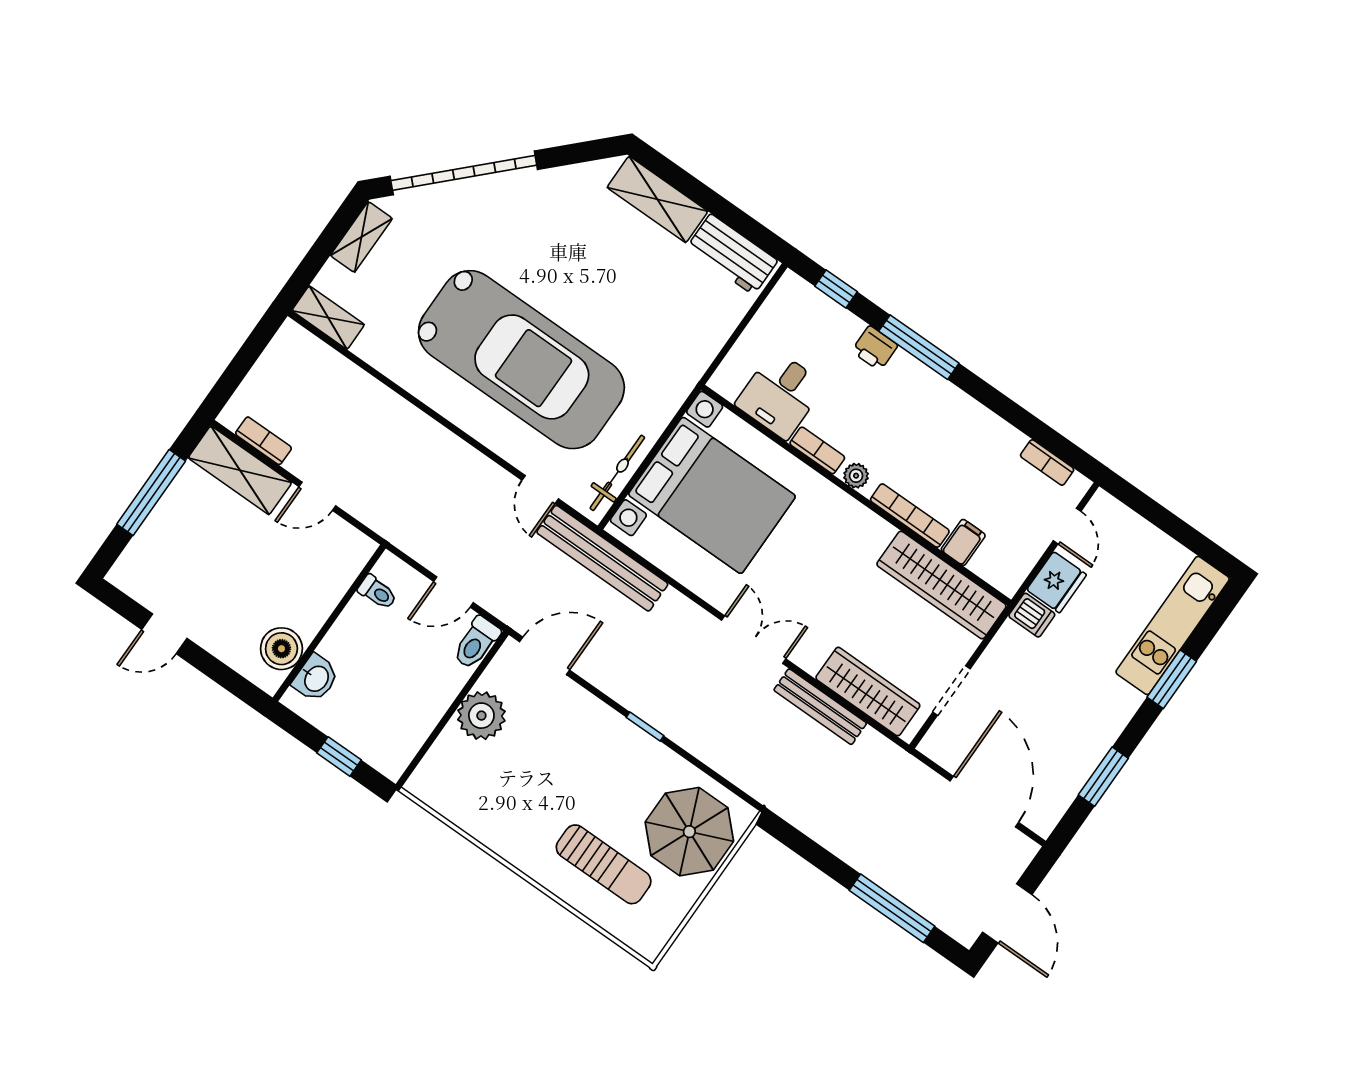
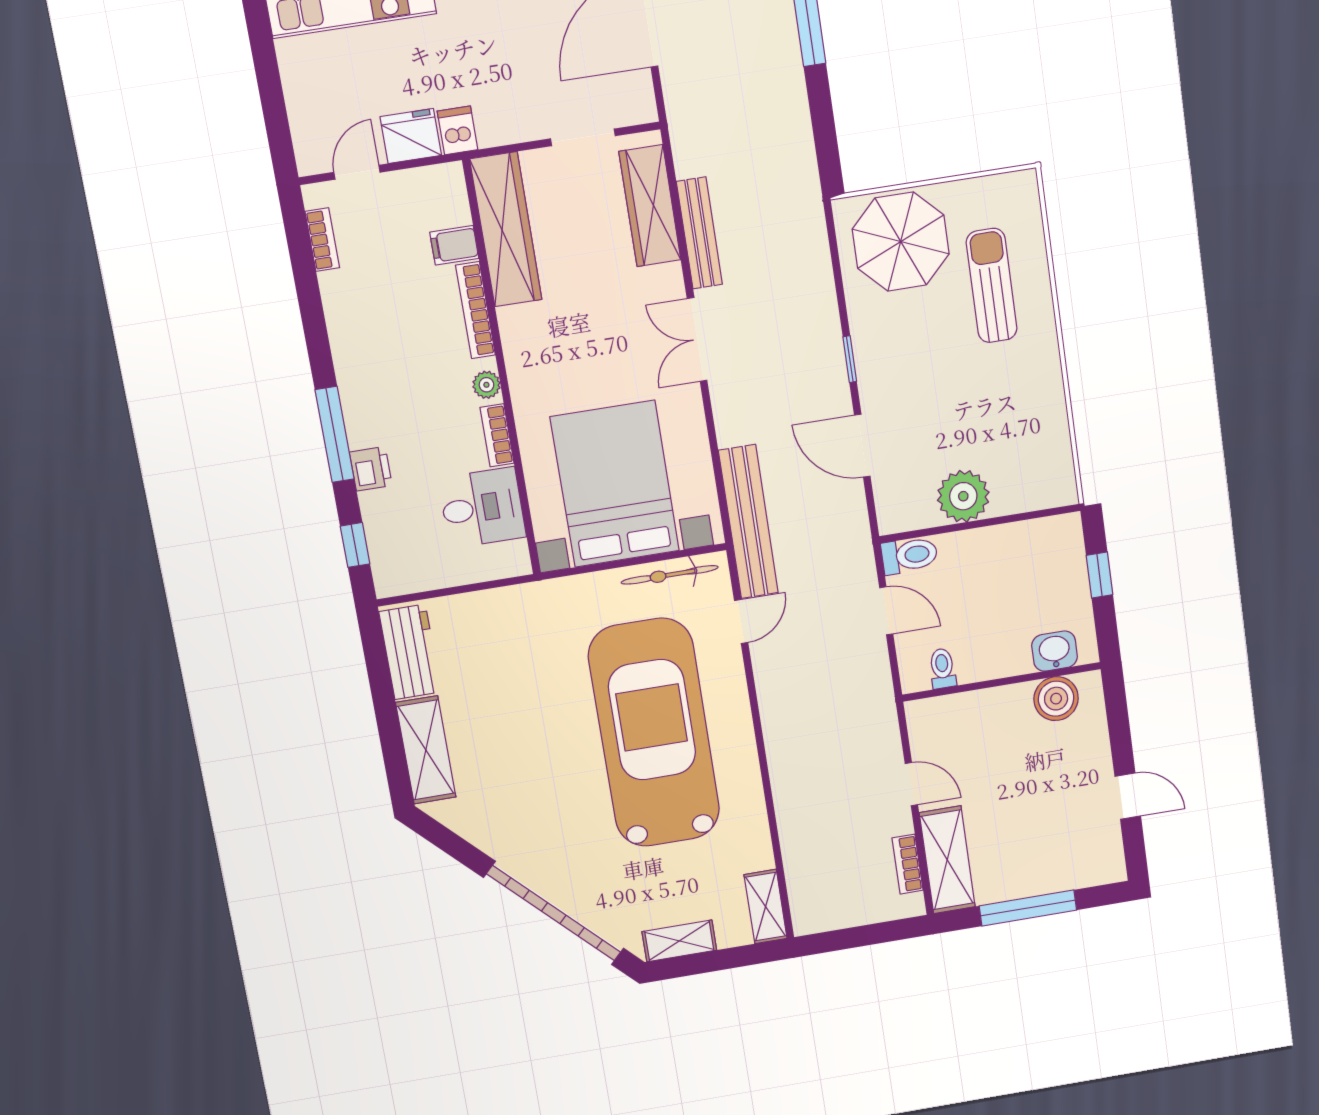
door: (545, 656) -> (862, 446), moved

